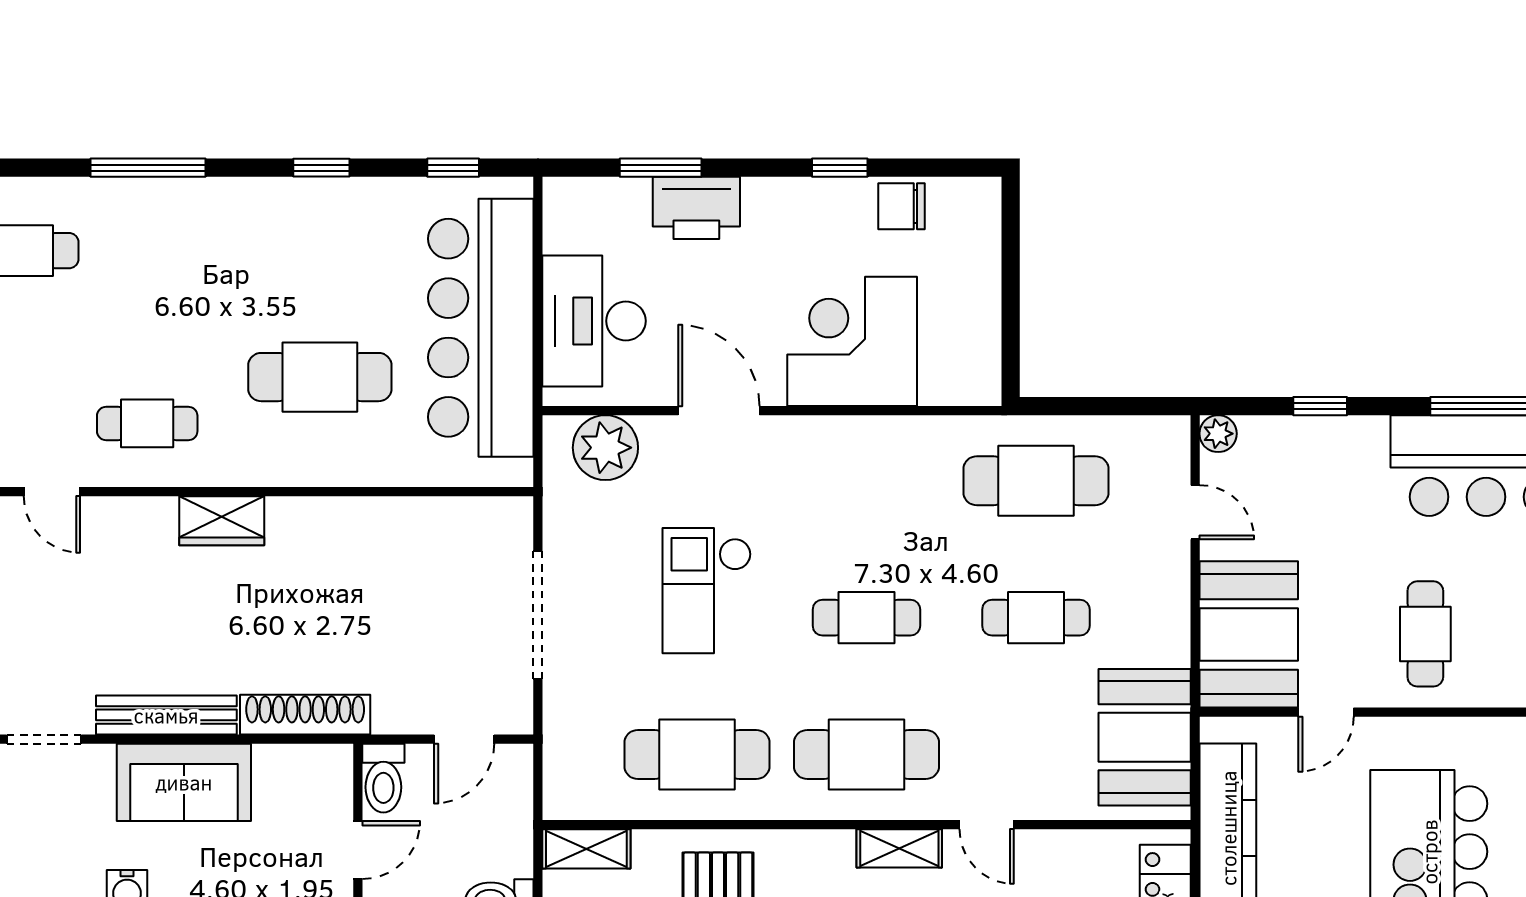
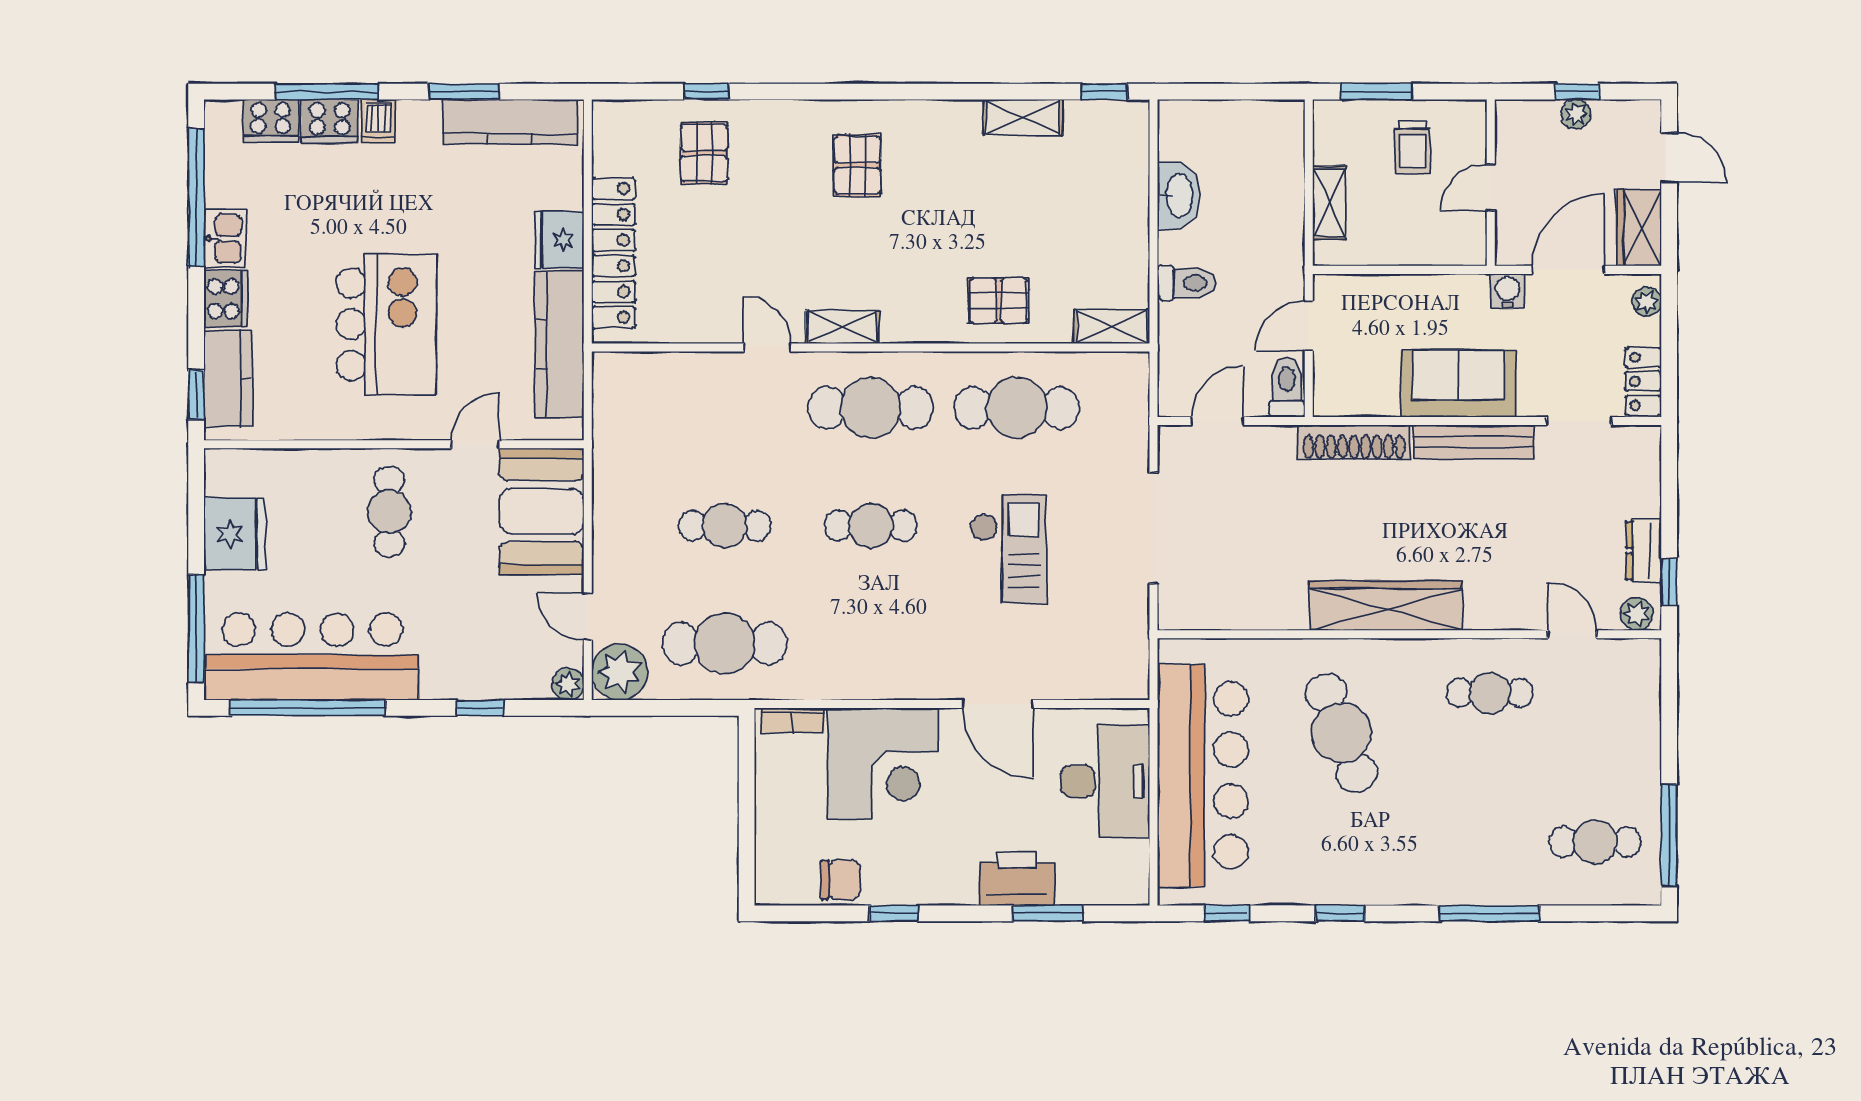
cafe table: (320, 377) -> (1341, 733), turned 69
bookcase: (957, 391) -> (793, 720), added
plant: (605, 448) -> (620, 672), moved
wardrobe: (222, 521) -> (1386, 606), width x2.10, depth x1.17
booth: (1145, 737) -> (631, 423), removed

